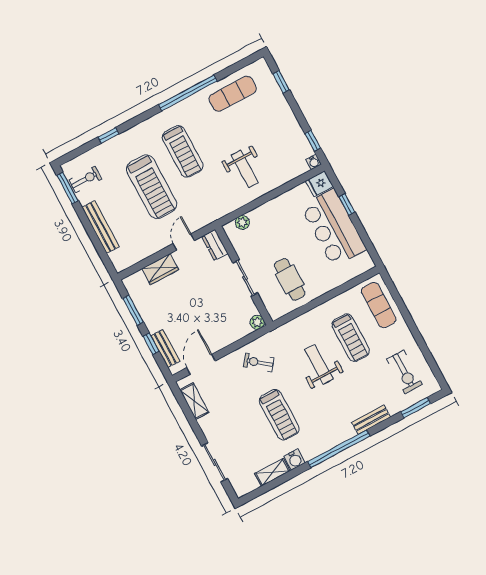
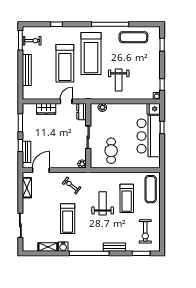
treadmill: (183, 151) -> (91, 53), width x1.37, depth x1.38

